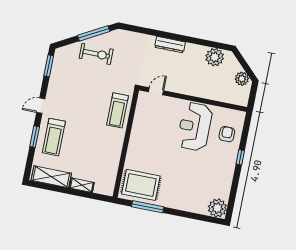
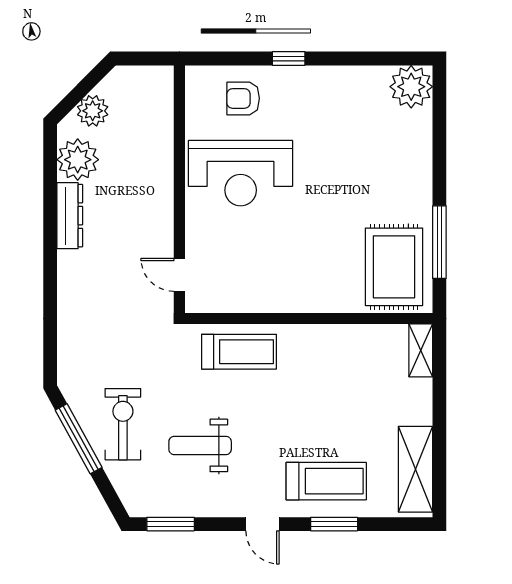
dresser: (170, 45) -> (70, 216), moved
plant: (242, 79) -> (93, 111), moved
weight bench: (80, 85) -> (200, 445), added
shelving: (82, 185) -> (421, 350), moved

